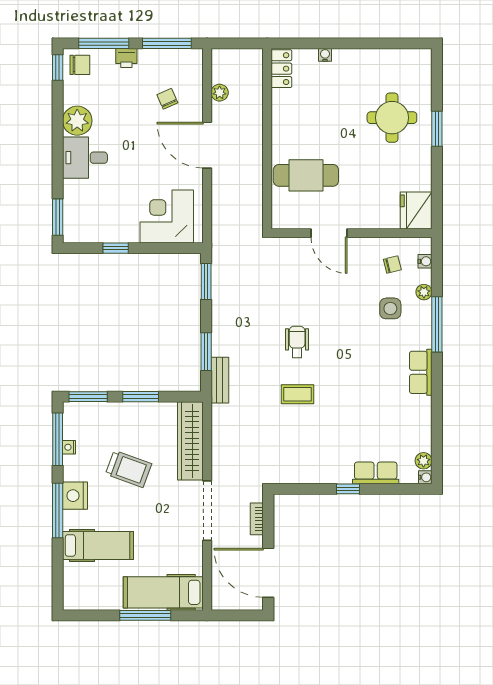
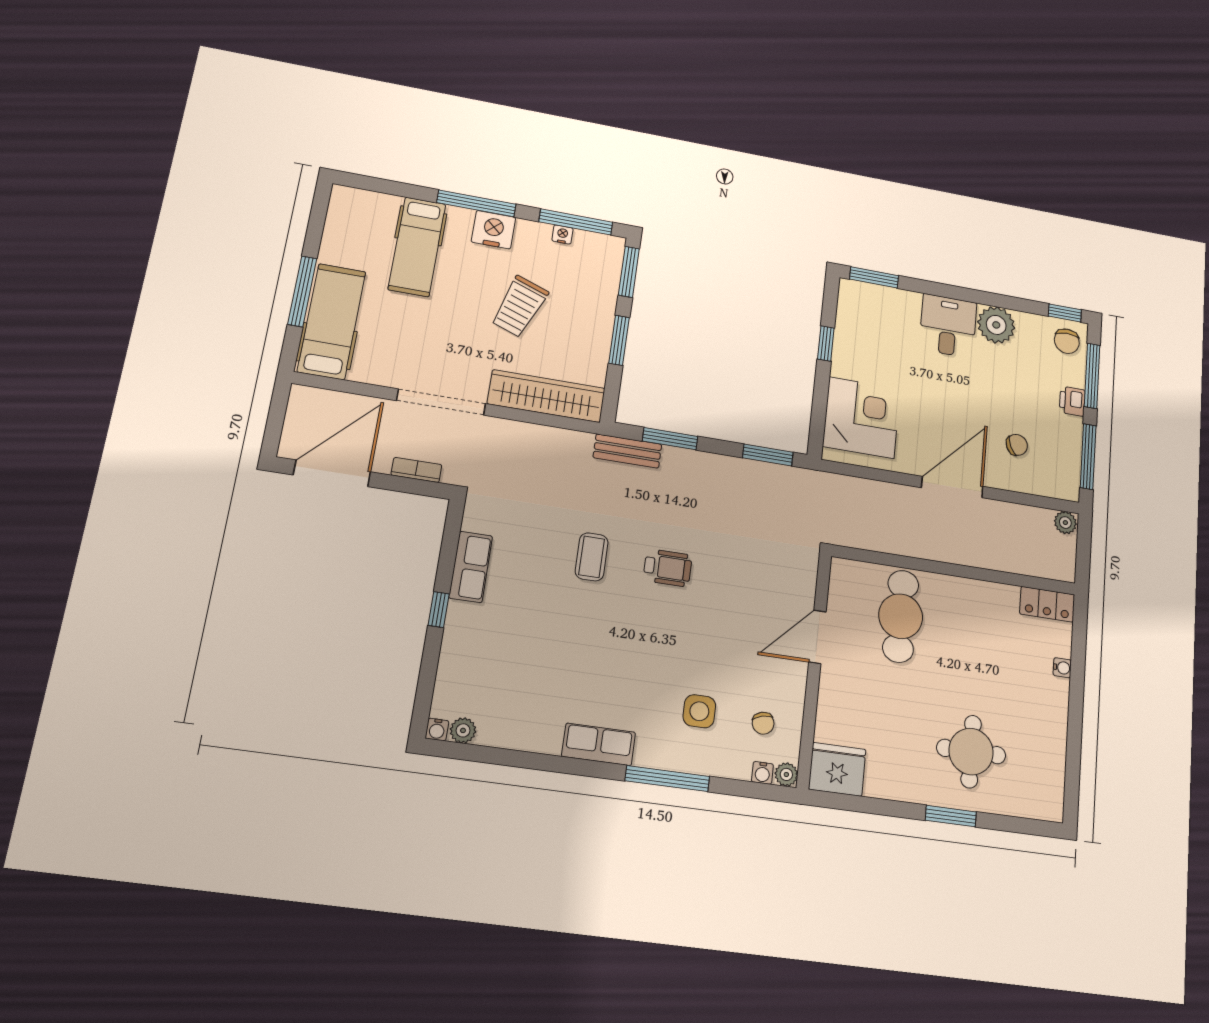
plant: (220, 93) -> (1065, 523), moved
plant: (424, 292) -> (786, 774), moved
row of seats: (376, 473) -> (471, 567), moved

